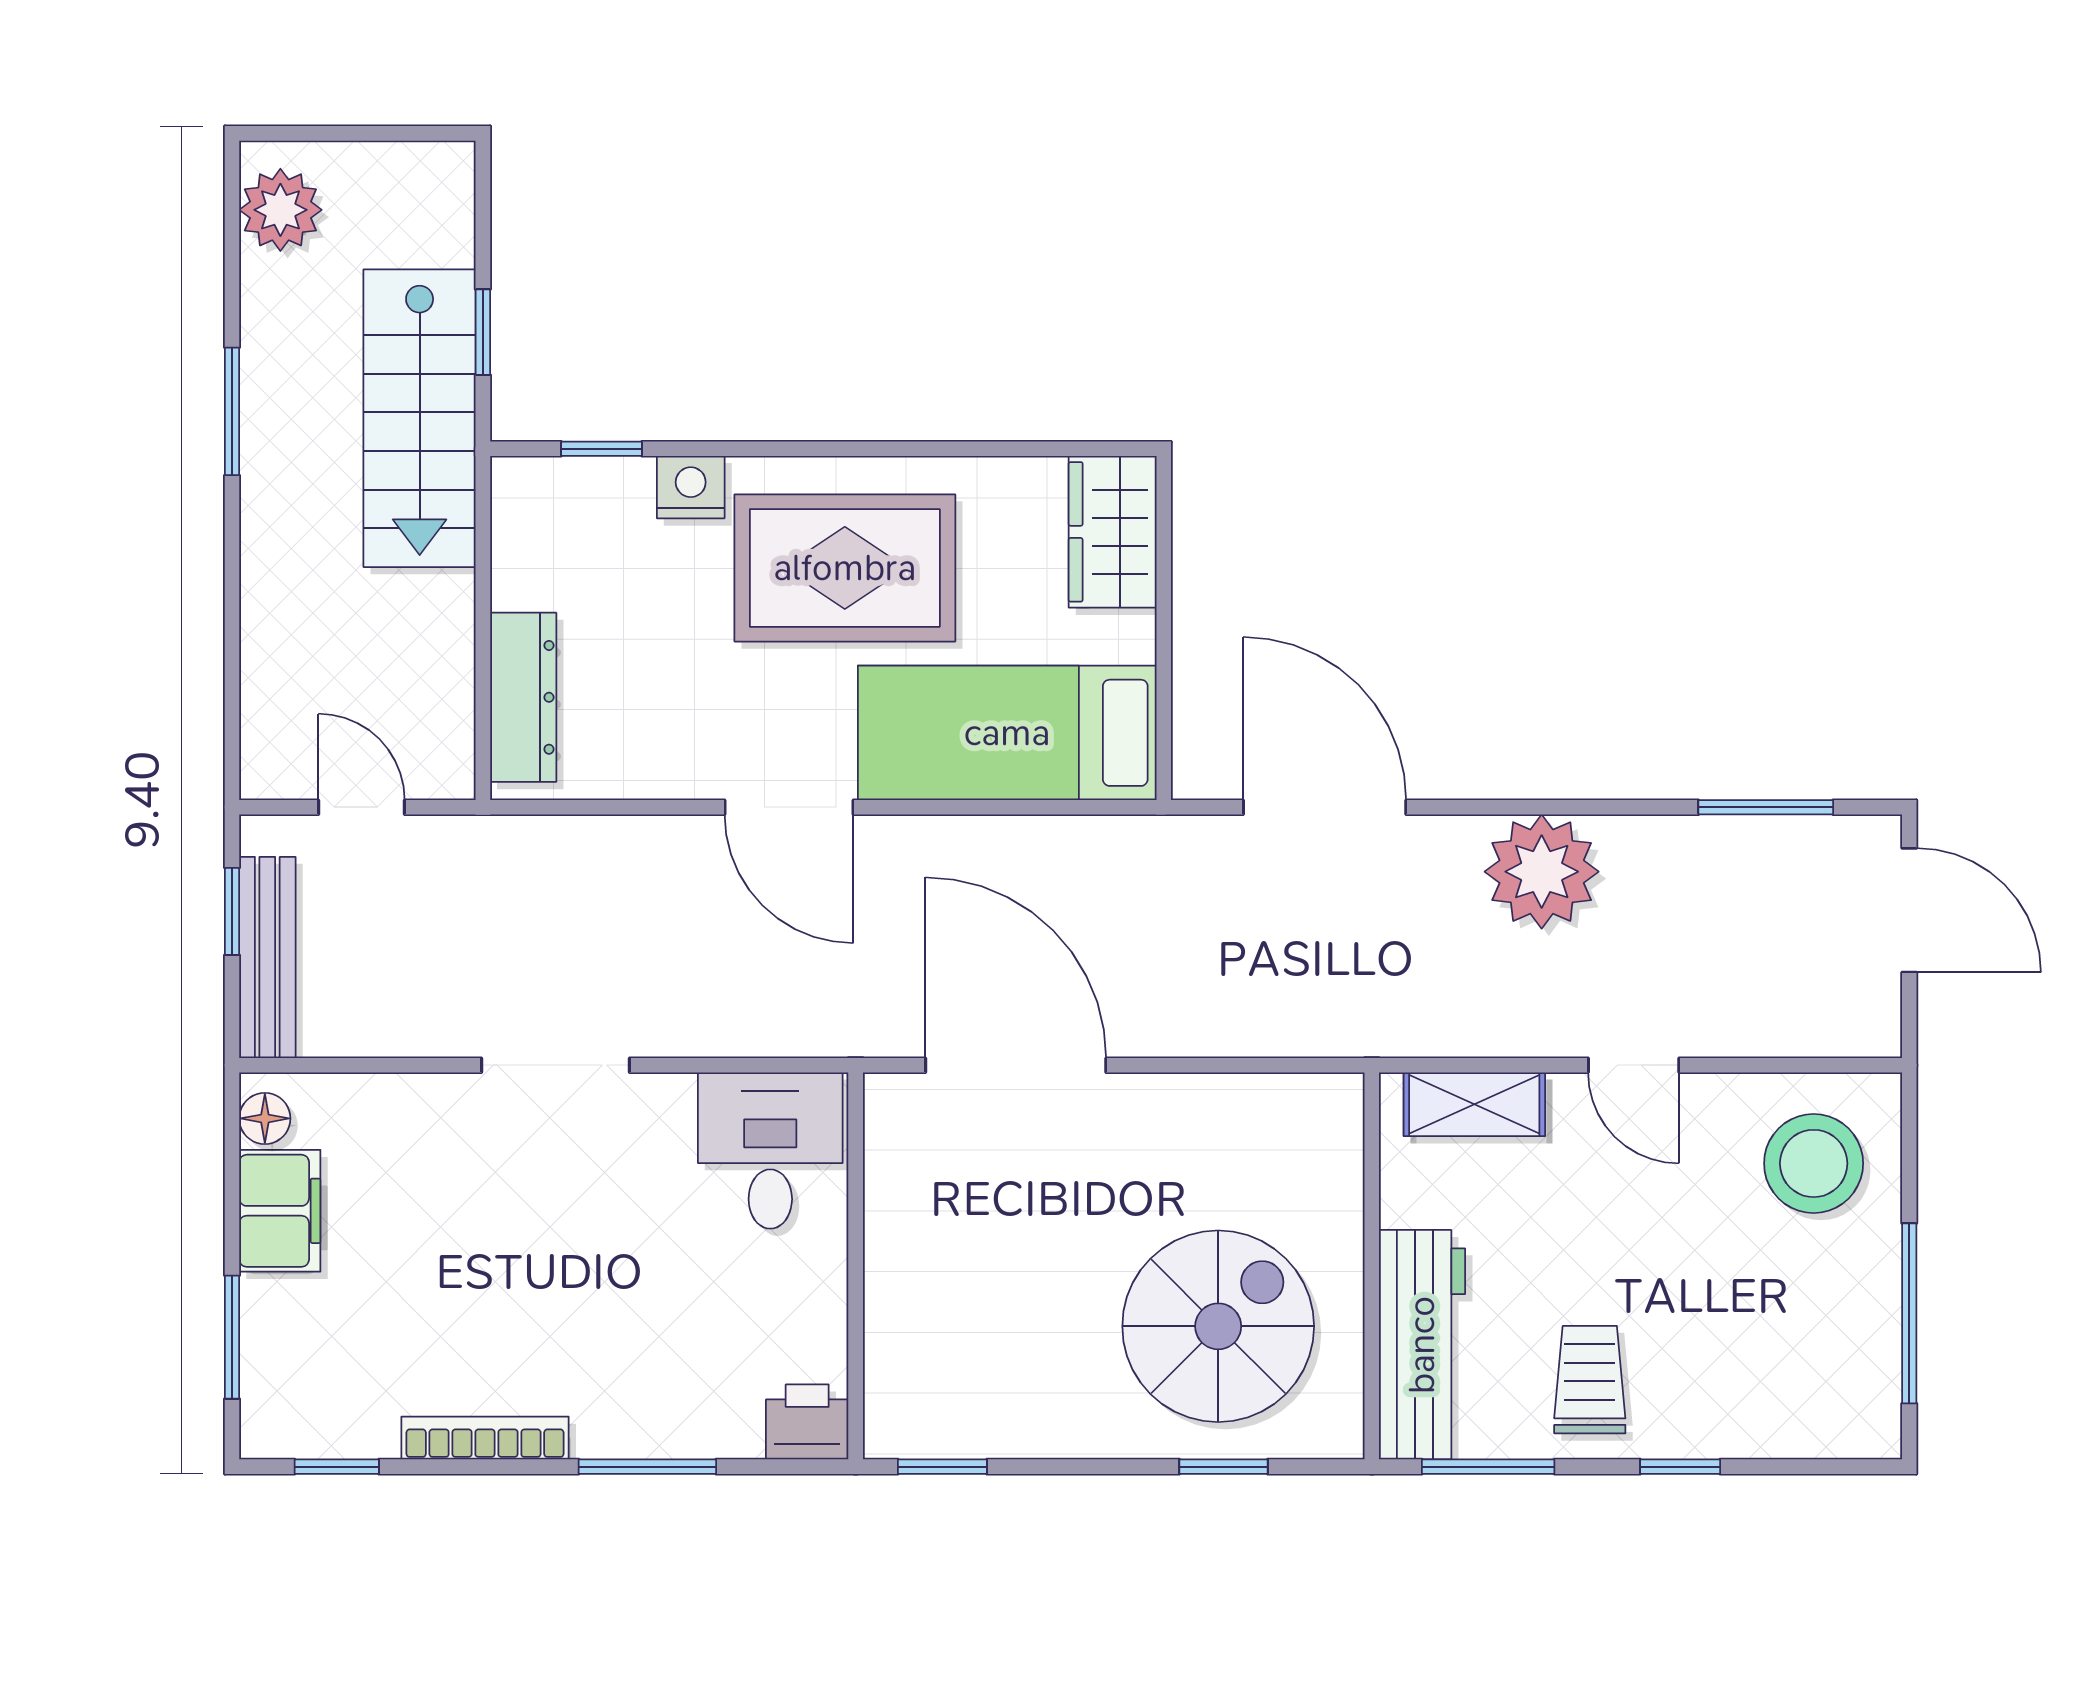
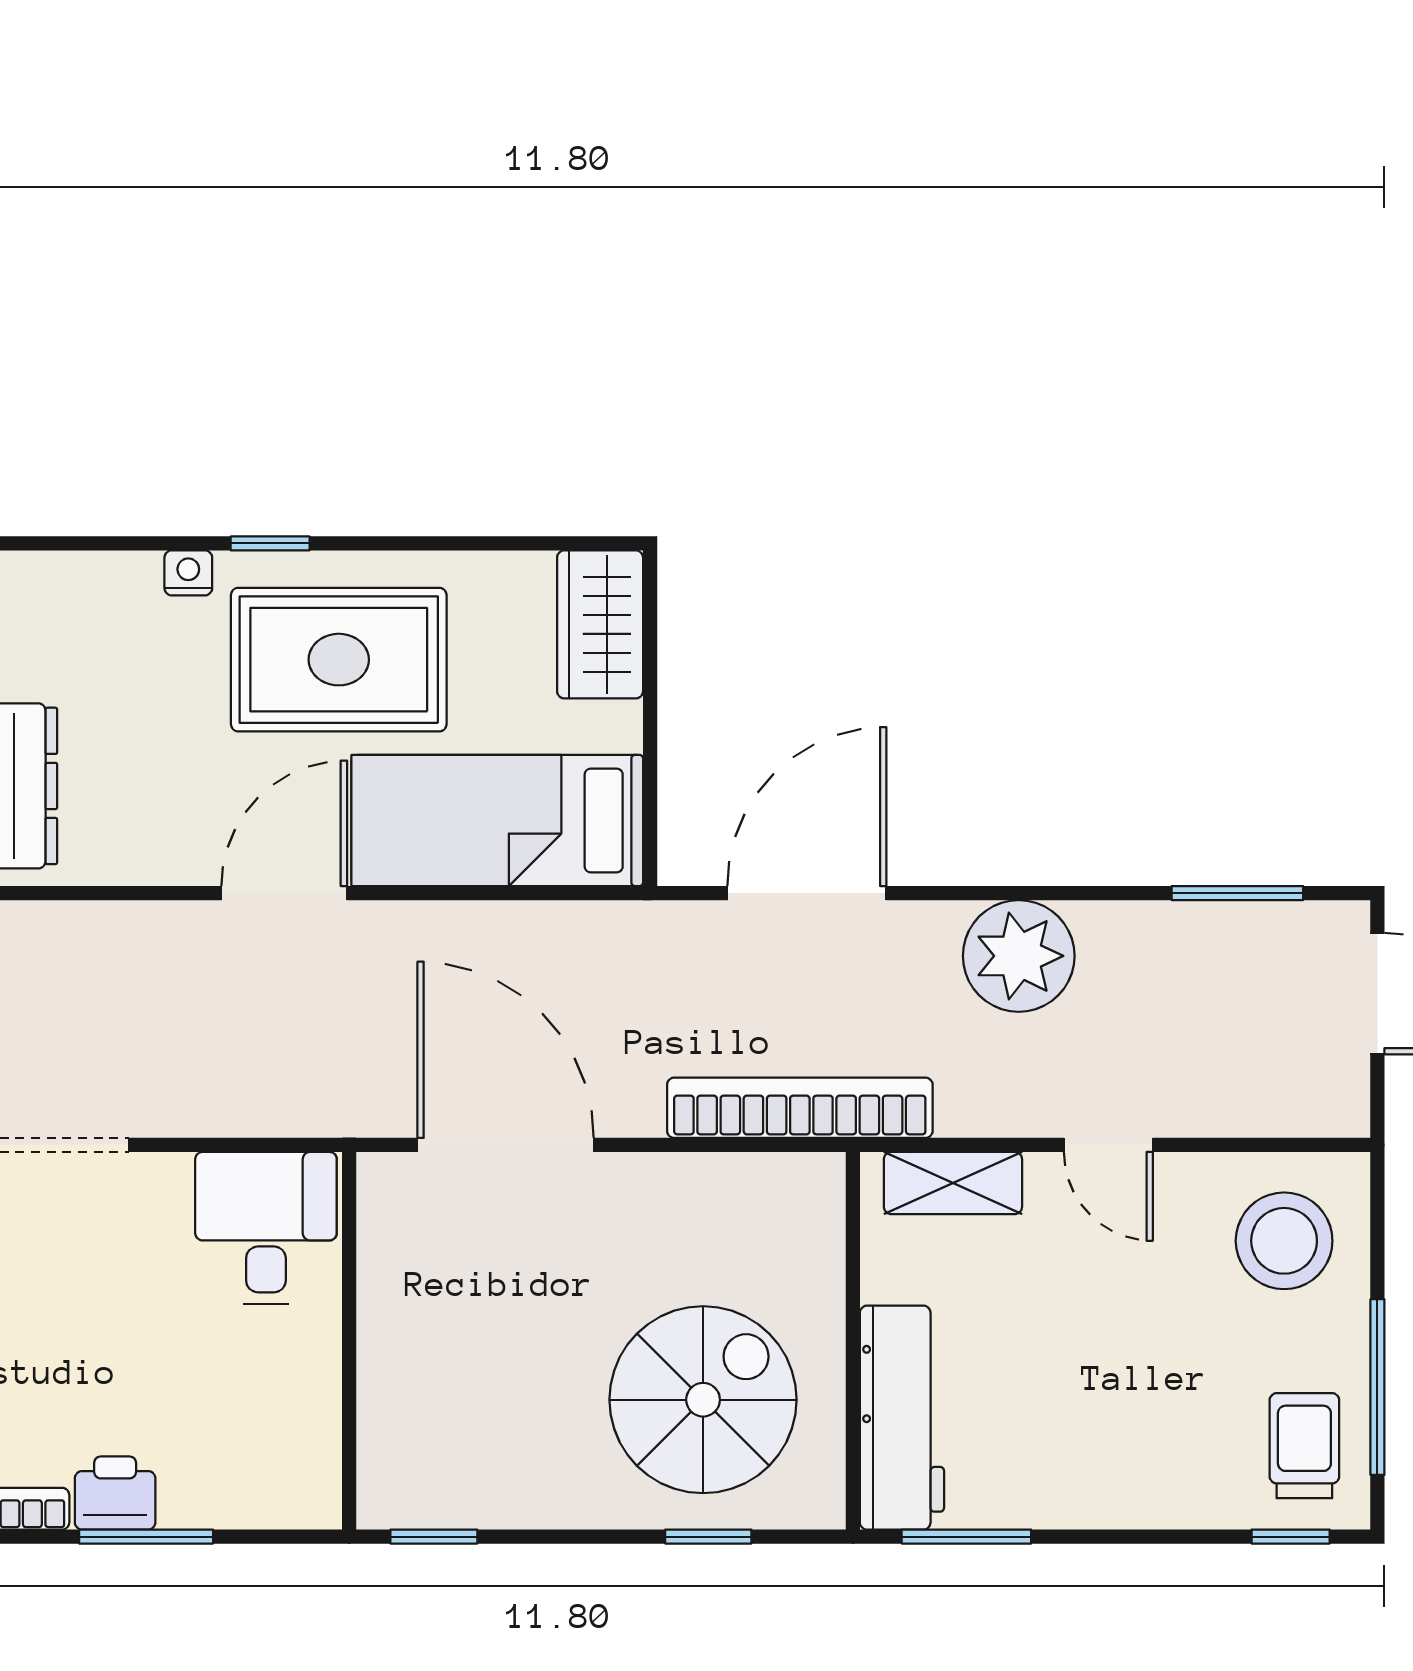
window: (601, 449) -> (270, 543), moved
nightstand: (691, 487) -> (188, 573), width x0.72, depth x0.74
door: (789, 807) -> (284, 893), swing flipped
door: (1325, 807) -> (807, 893), hinge flipped
bookcase: (1317, 1027) -> (800, 1108), added
trolley: (1590, 1380) -> (1304, 1446), moved
printer: (807, 1422) -> (115, 1493), moved
window: (1680, 1467) -> (1291, 1537), moved

